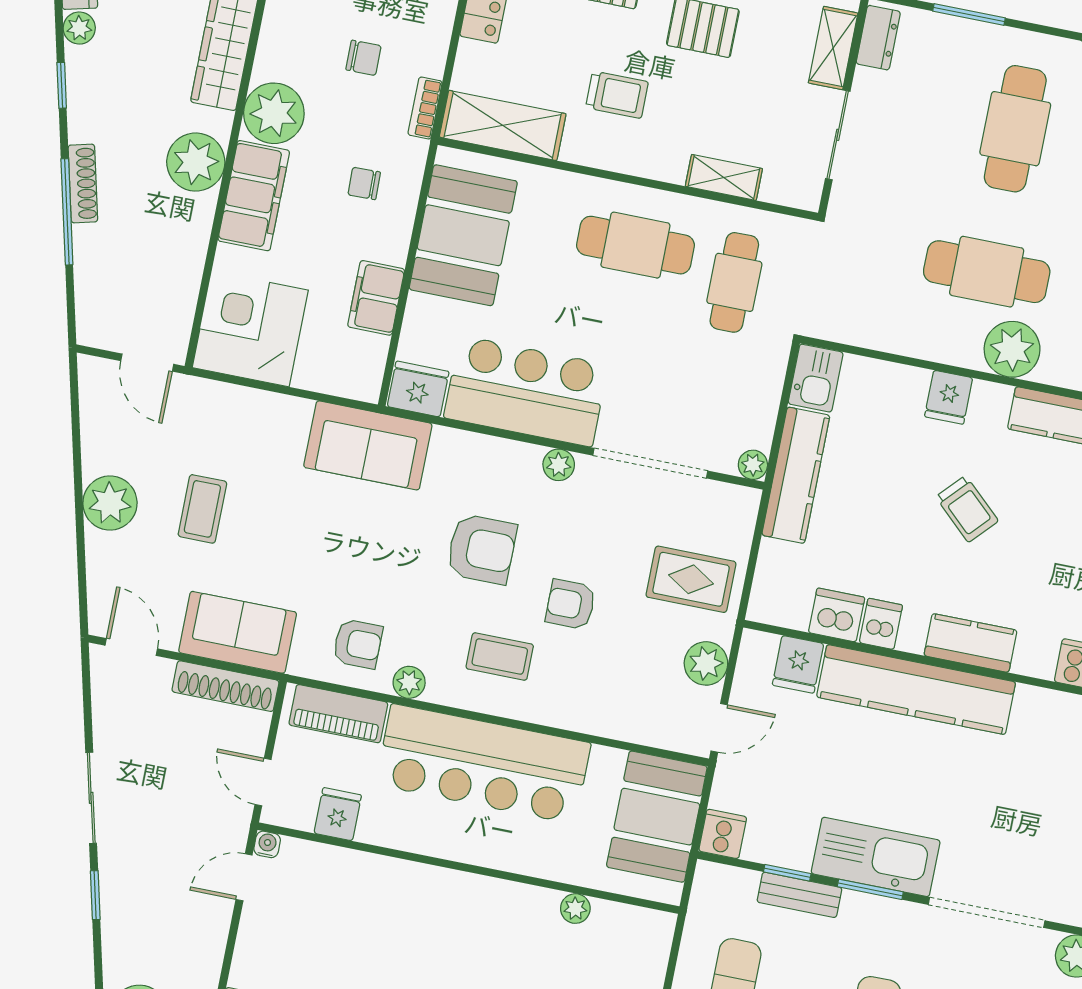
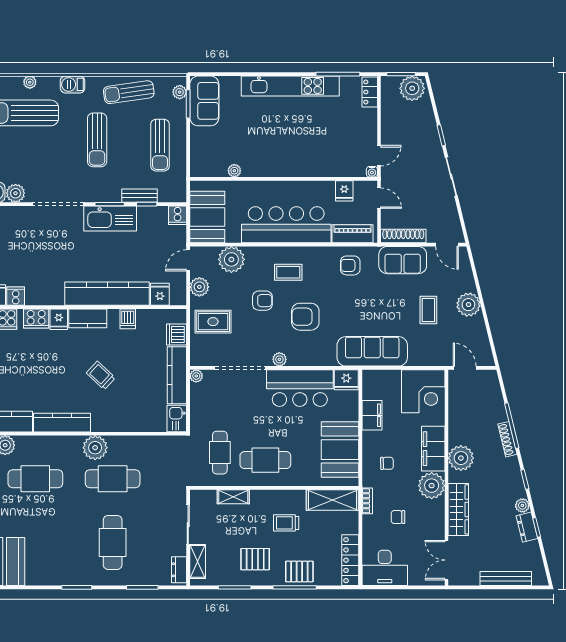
fridge: (949, 397) -> (59, 319), moved, turned 180
sofa: (368, 445) -> (372, 351), width x1.36
dishwasher: (837, 615) -> (176, 335), moved, turned 90
plant: (409, 682) -> (231, 259), moved, width x1.88, depth x1.88

